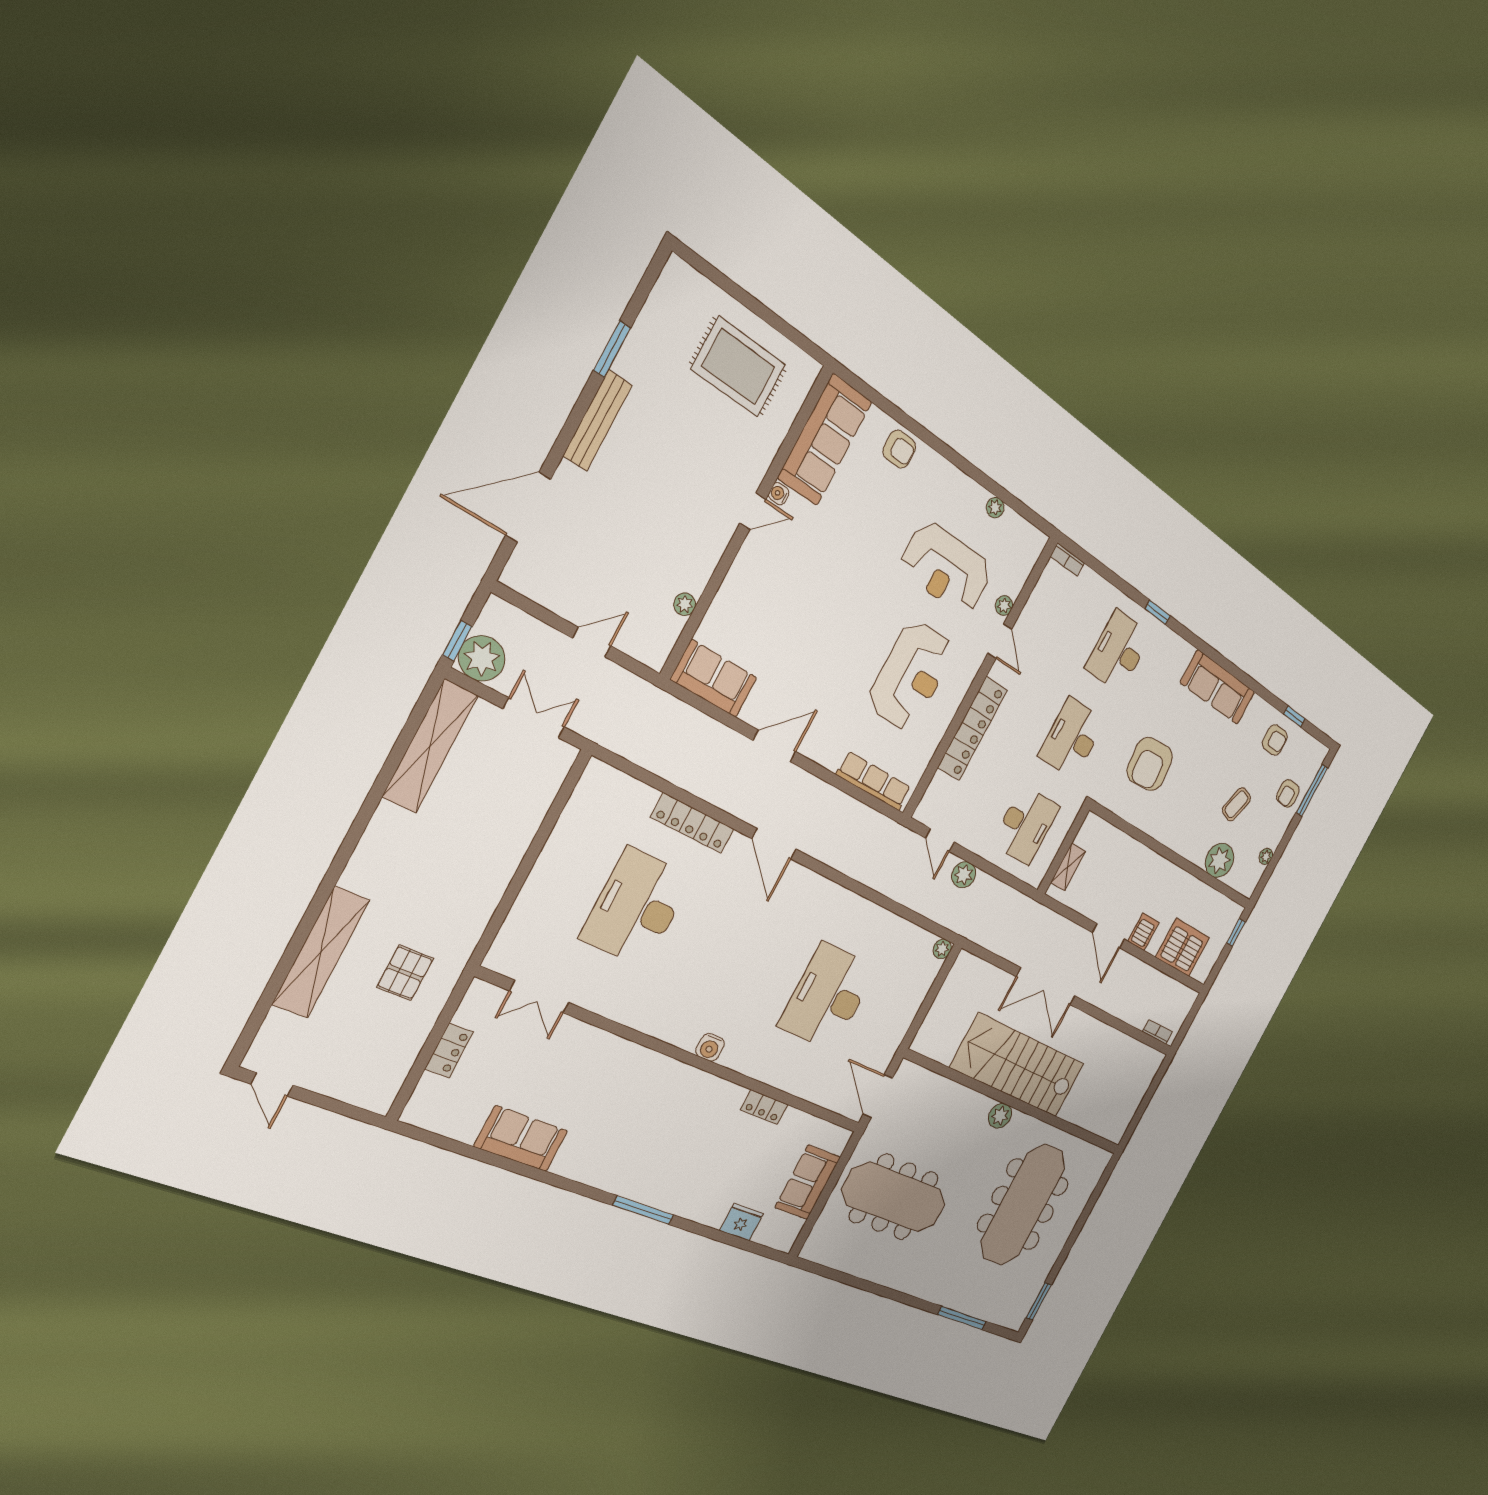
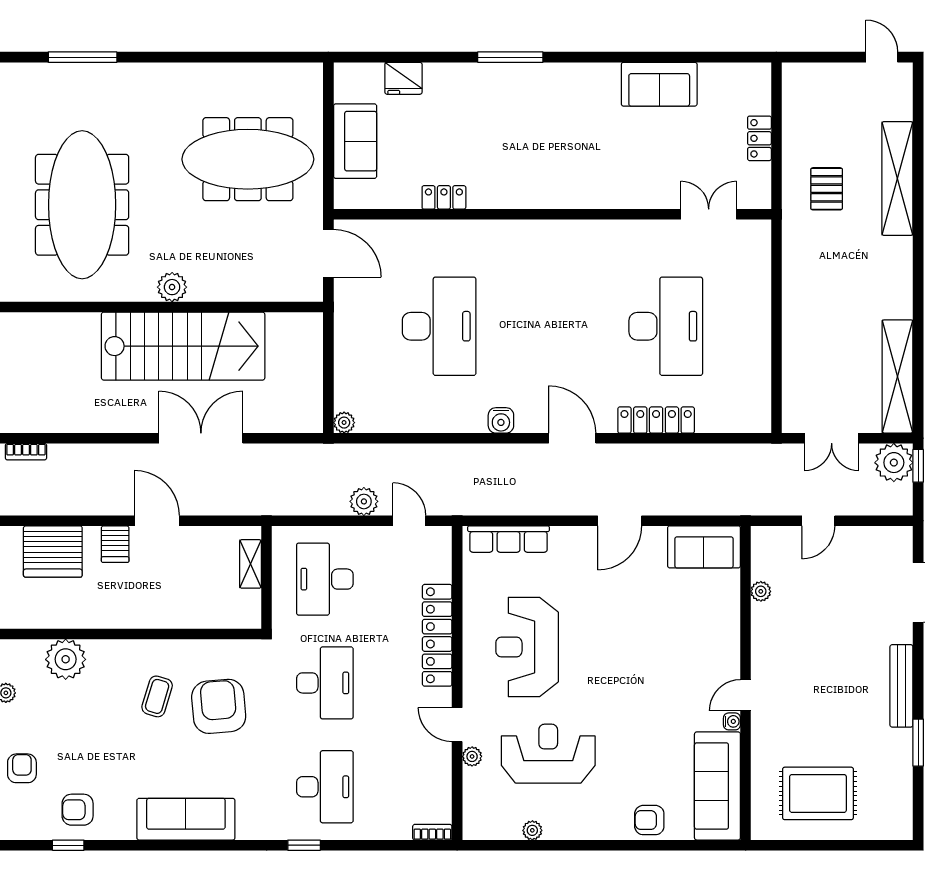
coffee table: (1236, 804) -> (157, 696), moved
water cooler: (710, 1047) -> (501, 420), moved, turned 180

